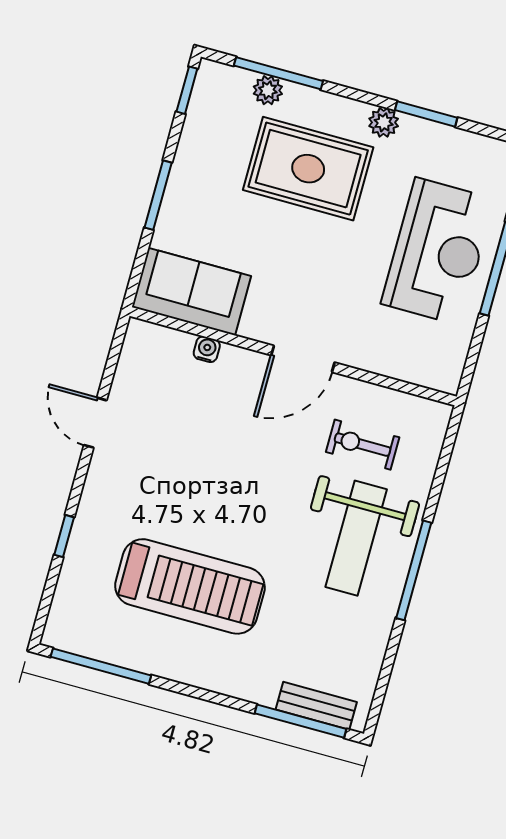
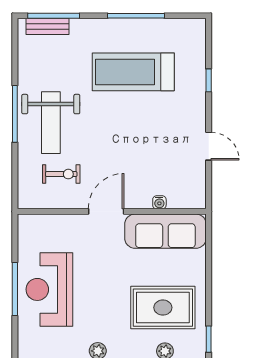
rug: (308, 169) -> (163, 308), moved
window: (158, 195) -> (209, 278), removed
sofa: (191, 292) -> (165, 231), width x1.36
weight bench: (356, 538) -> (51, 123), turned 180
window: (101, 666) -> (136, 16), moved

